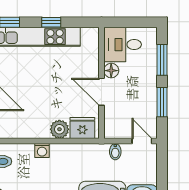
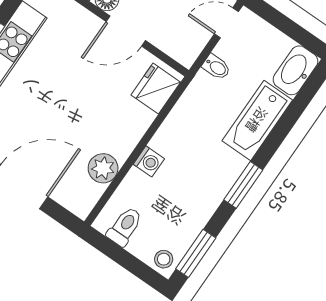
plant: (59, 129) -> (103, 168), moved

